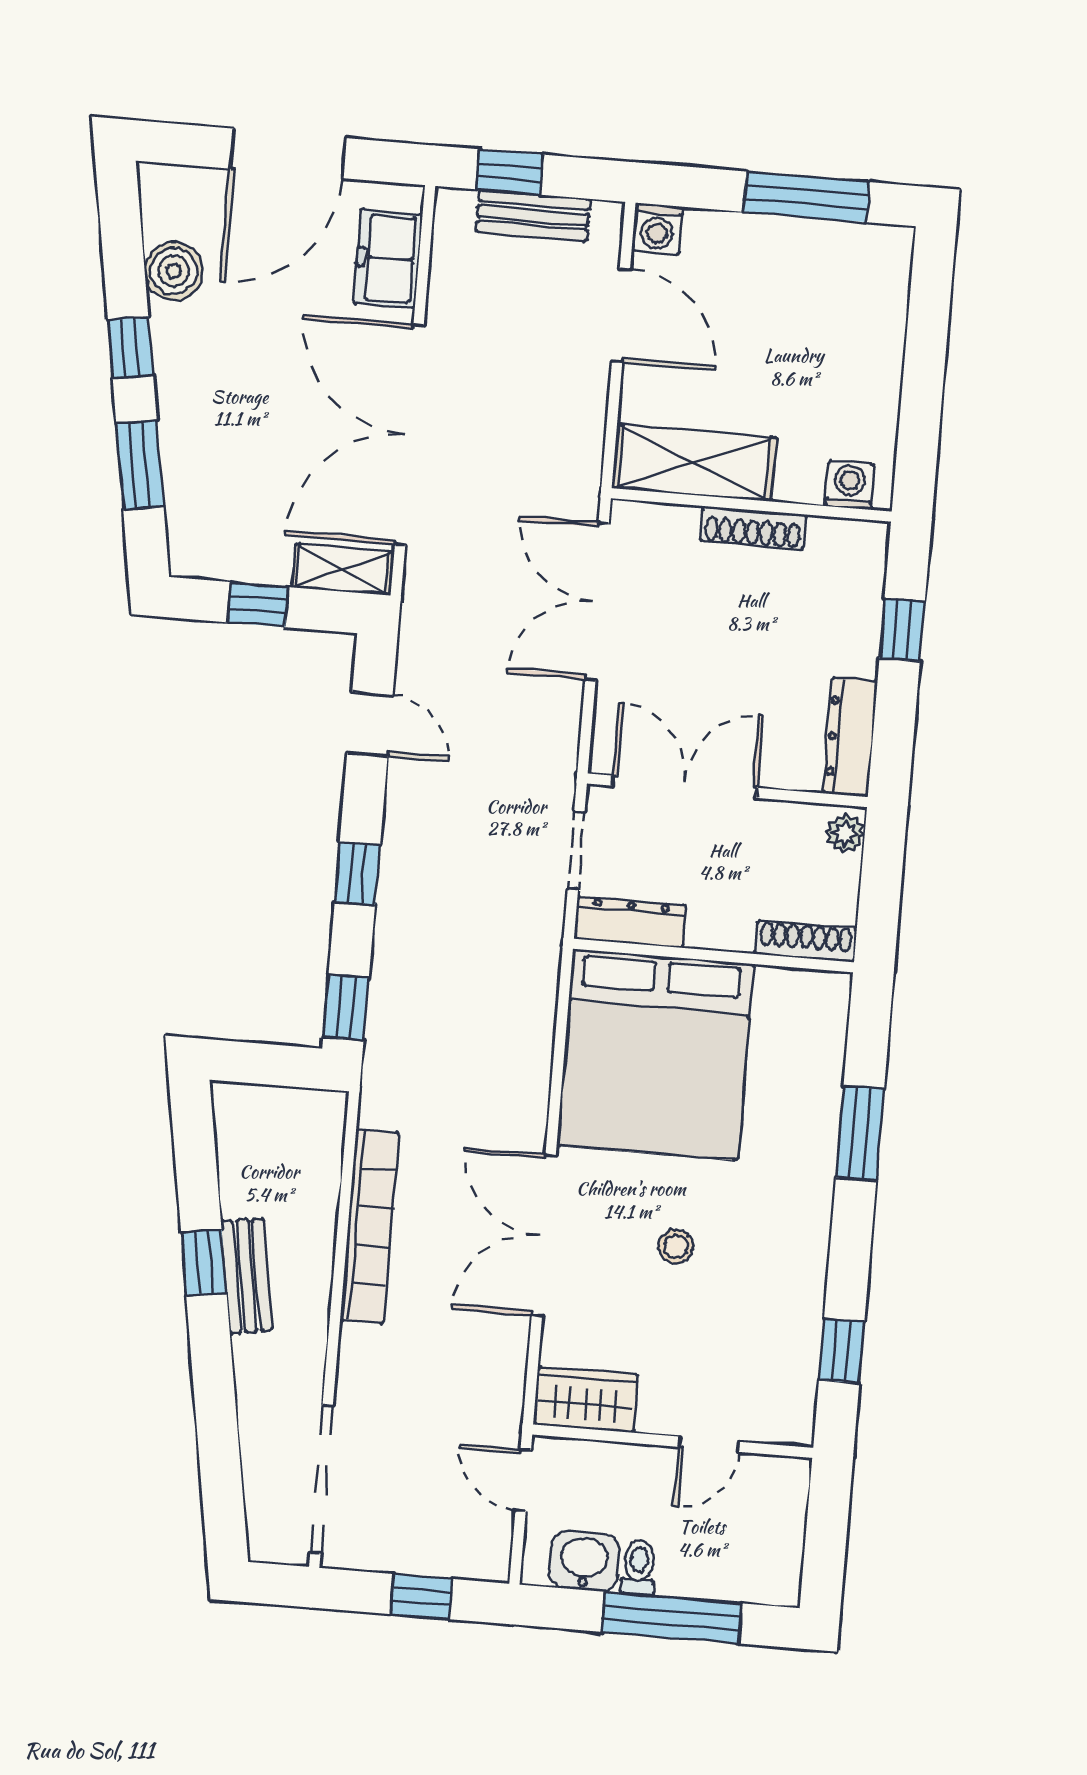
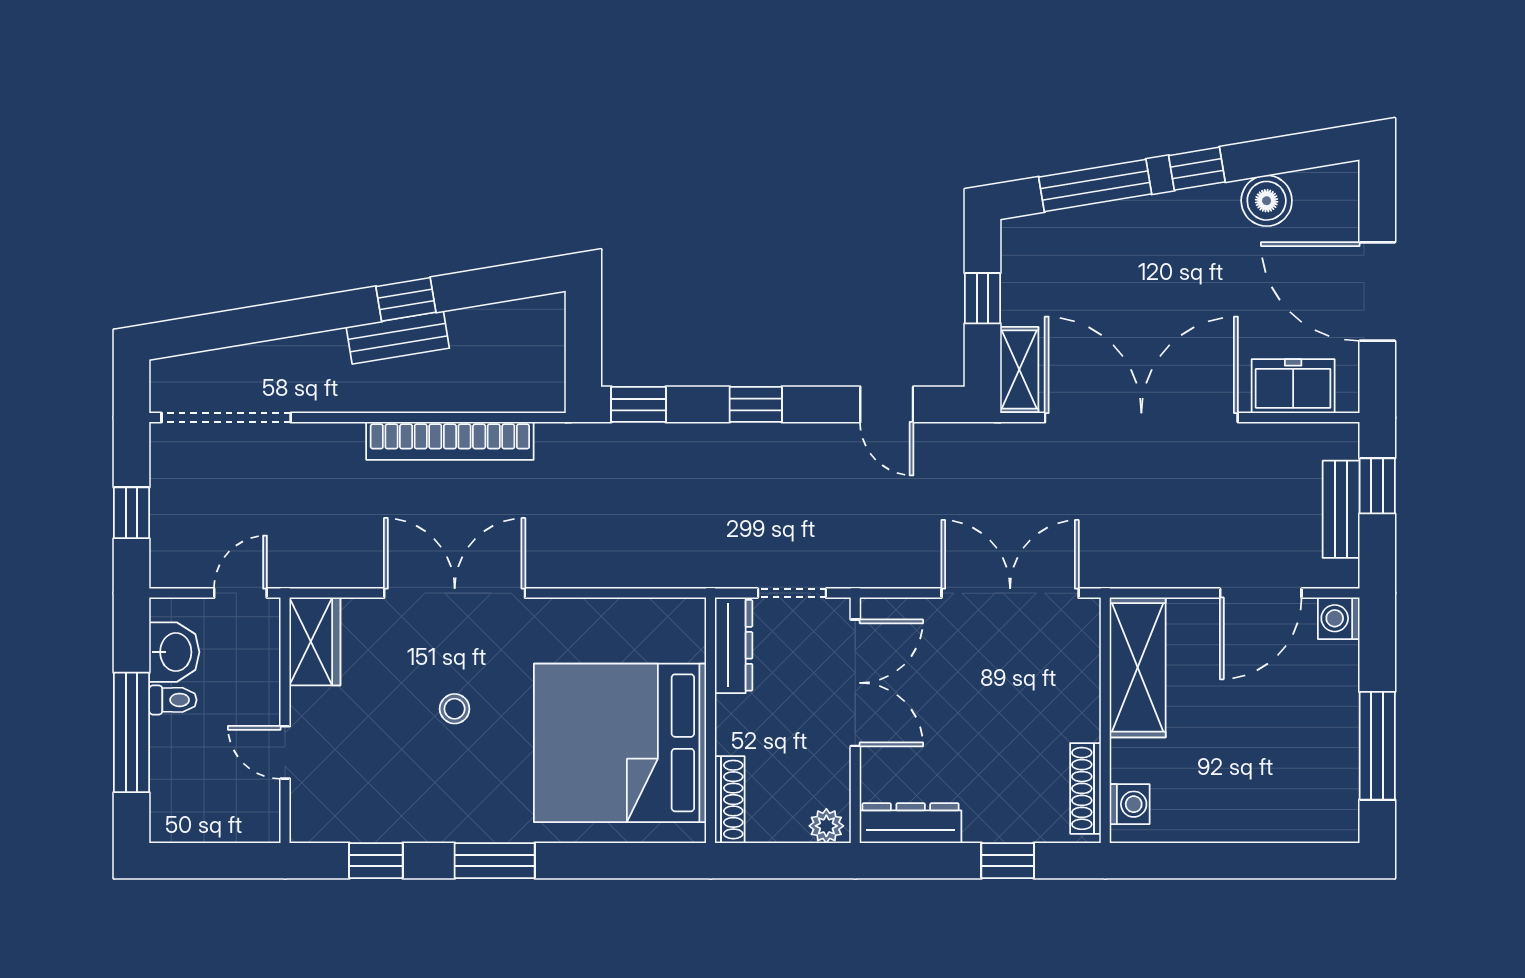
window: (140, 465) -> (1095, 185), width x1.44
shoe rack: (753, 528) -> (1085, 788), moved
door: (370, 724) -> (887, 404), hinge flipped
bed: (655, 1055) -> (620, 743), moved
window: (860, 1133) -> (495, 861), moved

